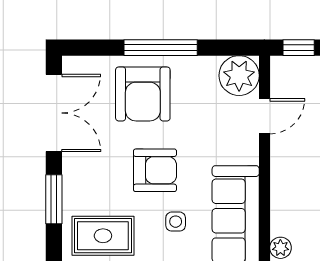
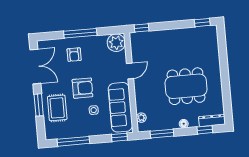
armchair: (143, 94) -> (74, 55), width x0.53, depth x0.53
door: (264, 116) -> (130, 71), moved
rug: (103, 236) -> (57, 108), moved, turned 90

